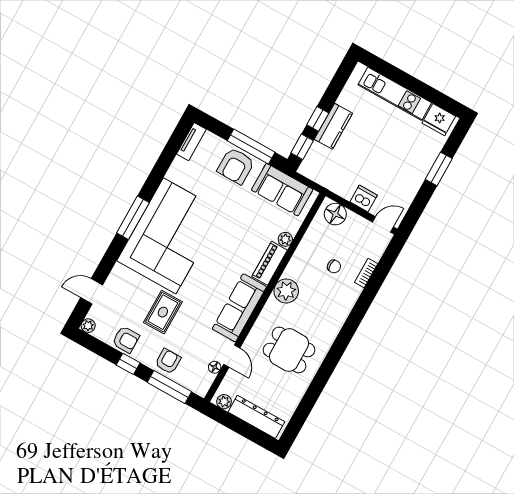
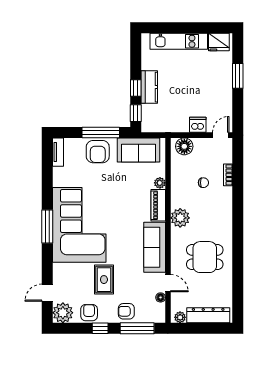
plant: (88, 326) -> (63, 313), width x1.87, depth x1.87
armchair: (126, 339) -> (89, 313), turned -90
armchair: (168, 361) -> (126, 311), turned -90

